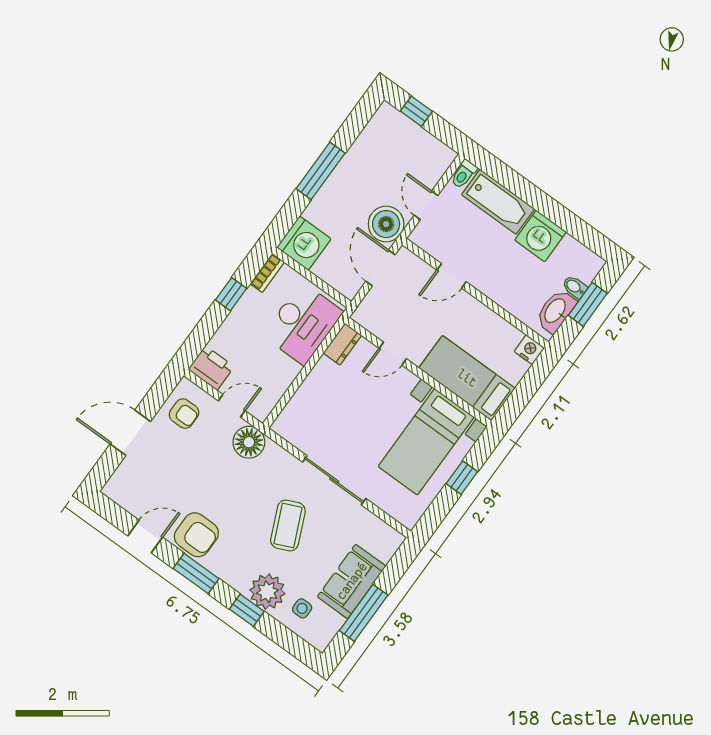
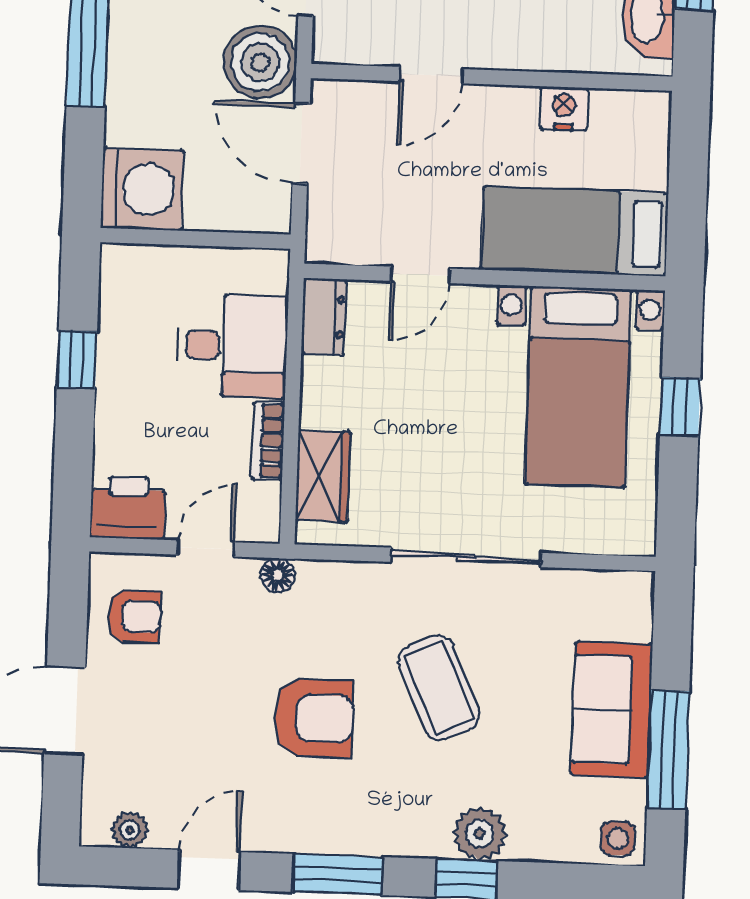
bookcase: (267, 273) -> (268, 441), moved, turned 180
desk: (303, 324) -> (232, 346), width x0.73
nightstand: (529, 350) -> (564, 108), moved
wardrobe: (299, 408) -> (323, 476), added
floor lamp: (249, 442) -> (278, 575), width x0.53, depth x0.53
plant: (124, 499) -> (130, 830), added
armchair: (196, 535) -> (314, 718), moved
plant: (267, 592) -> (480, 833), width x0.73, depth x0.73
side table: (302, 608) -> (618, 838), moved

